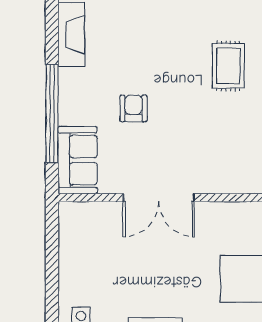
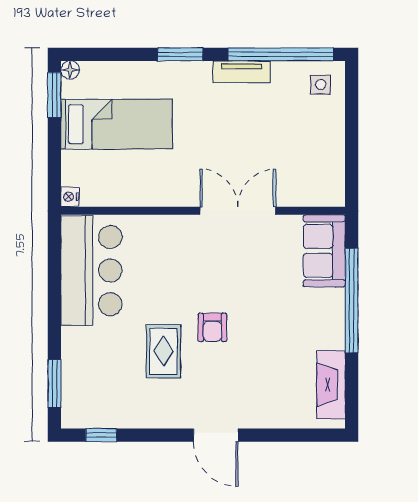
armchair: (133, 108) -> (212, 327), moved

